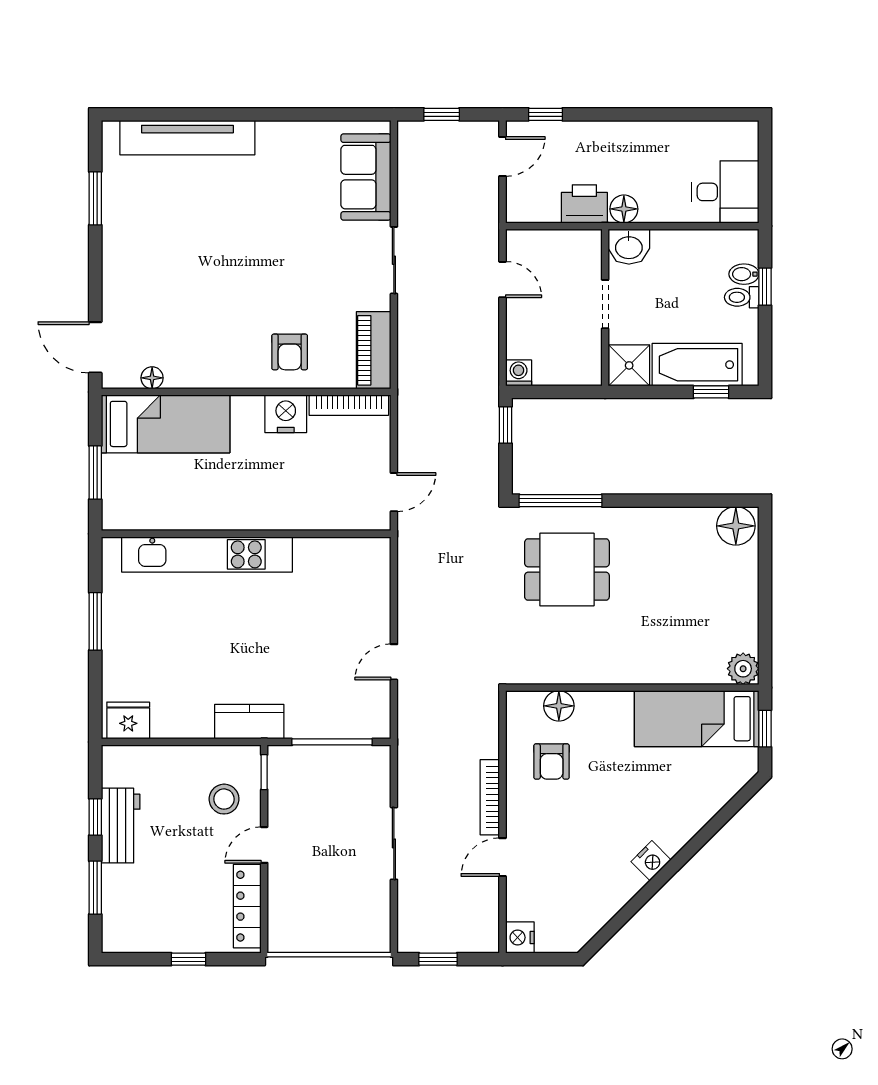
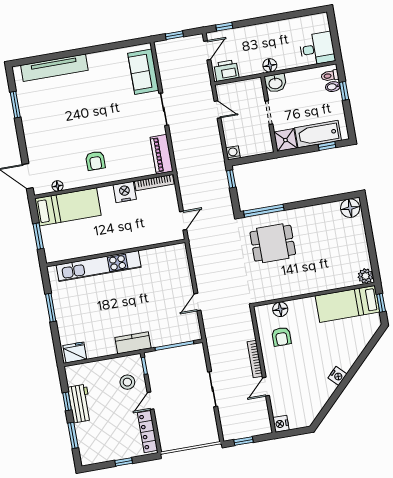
printer: (584, 204) -> (226, 70), moved
toilet: (742, 297) -> (330, 76), moved
armchair: (290, 352) -> (95, 161), moved

